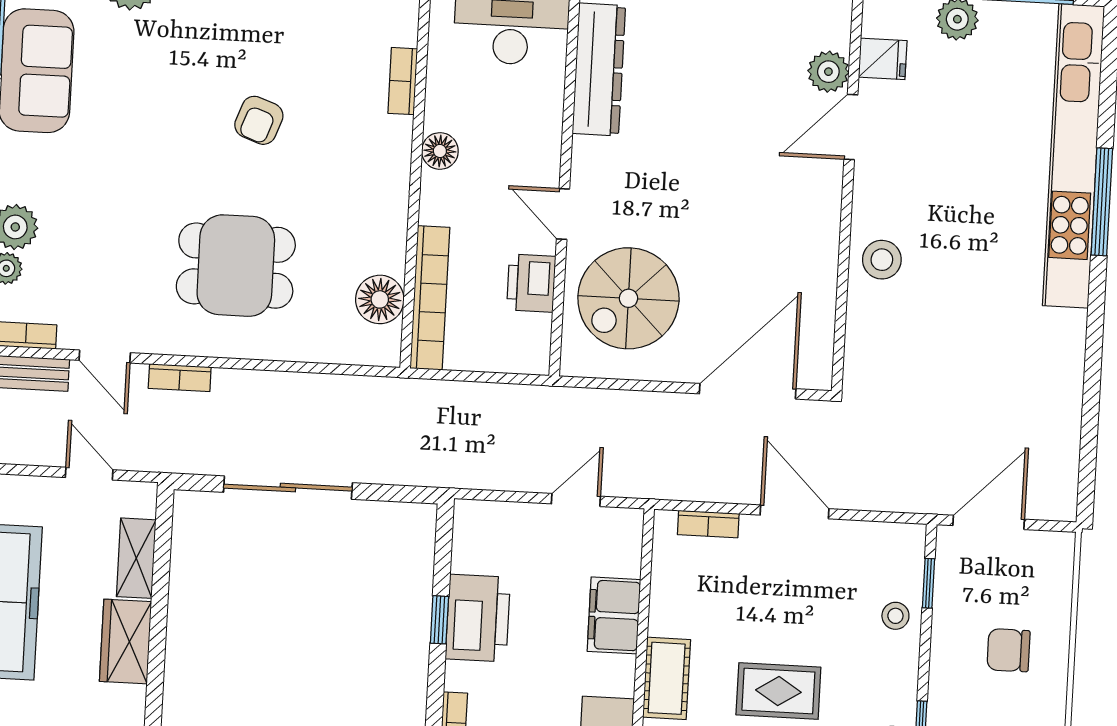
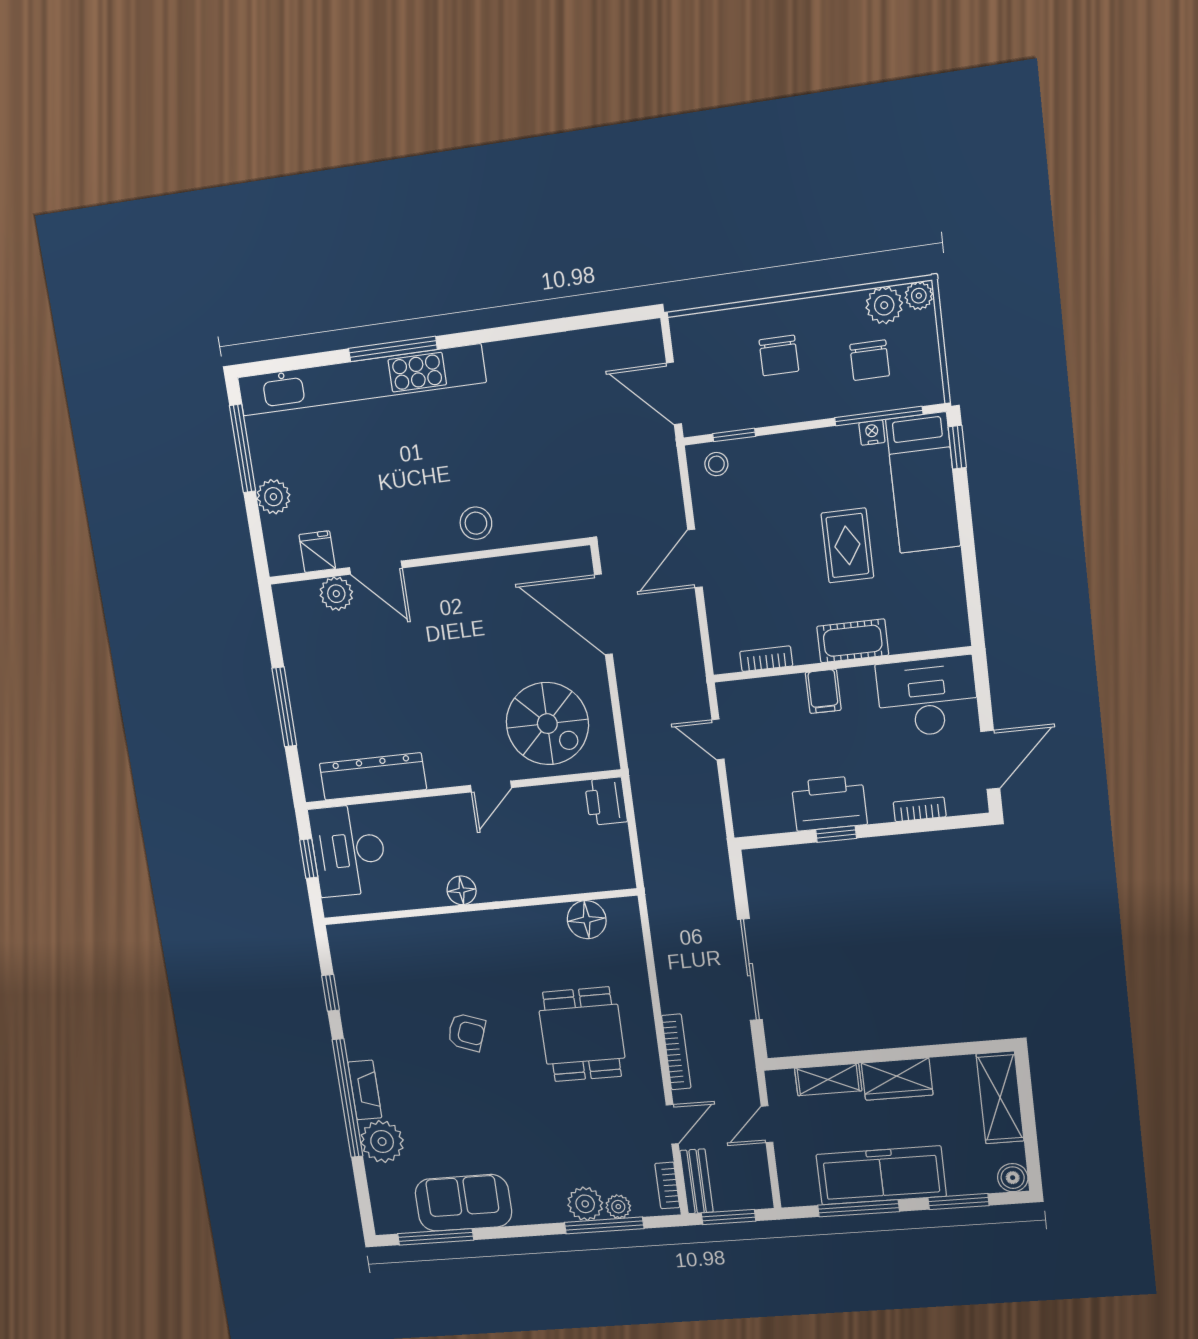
bookcase: (403, 81) -> (414, 927), removed
printer: (531, 283) -> (606, 801), moved, turned 90
bookcase: (430, 298) -> (578, 881), removed
bookcase: (180, 378) -> (676, 1052), width x1.56
bookcase: (708, 524) -> (766, 659), moved, turned -90
filing cabinet: (614, 615) -> (823, 691), width x0.50
stool: (895, 616) -> (716, 464), moved

